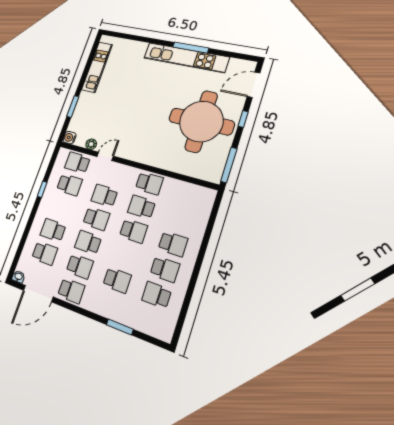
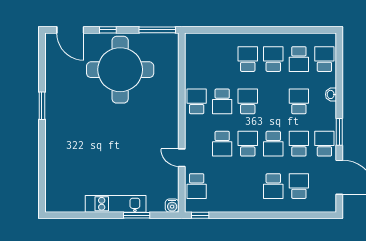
window: (191, 47) -> (42, 106), width x0.69
kitchen unit: (186, 58) -> (54, 107), removed
kitchen unit: (97, 67) -> (116, 204), moved
plant: (91, 144) -> (173, 178), removed
school desk: (69, 185) -> (324, 59), moved
window: (42, 189) -> (200, 215), moved
washbasin: (18, 277) -> (331, 94), moved
window: (120, 327) -> (339, 132), moved

